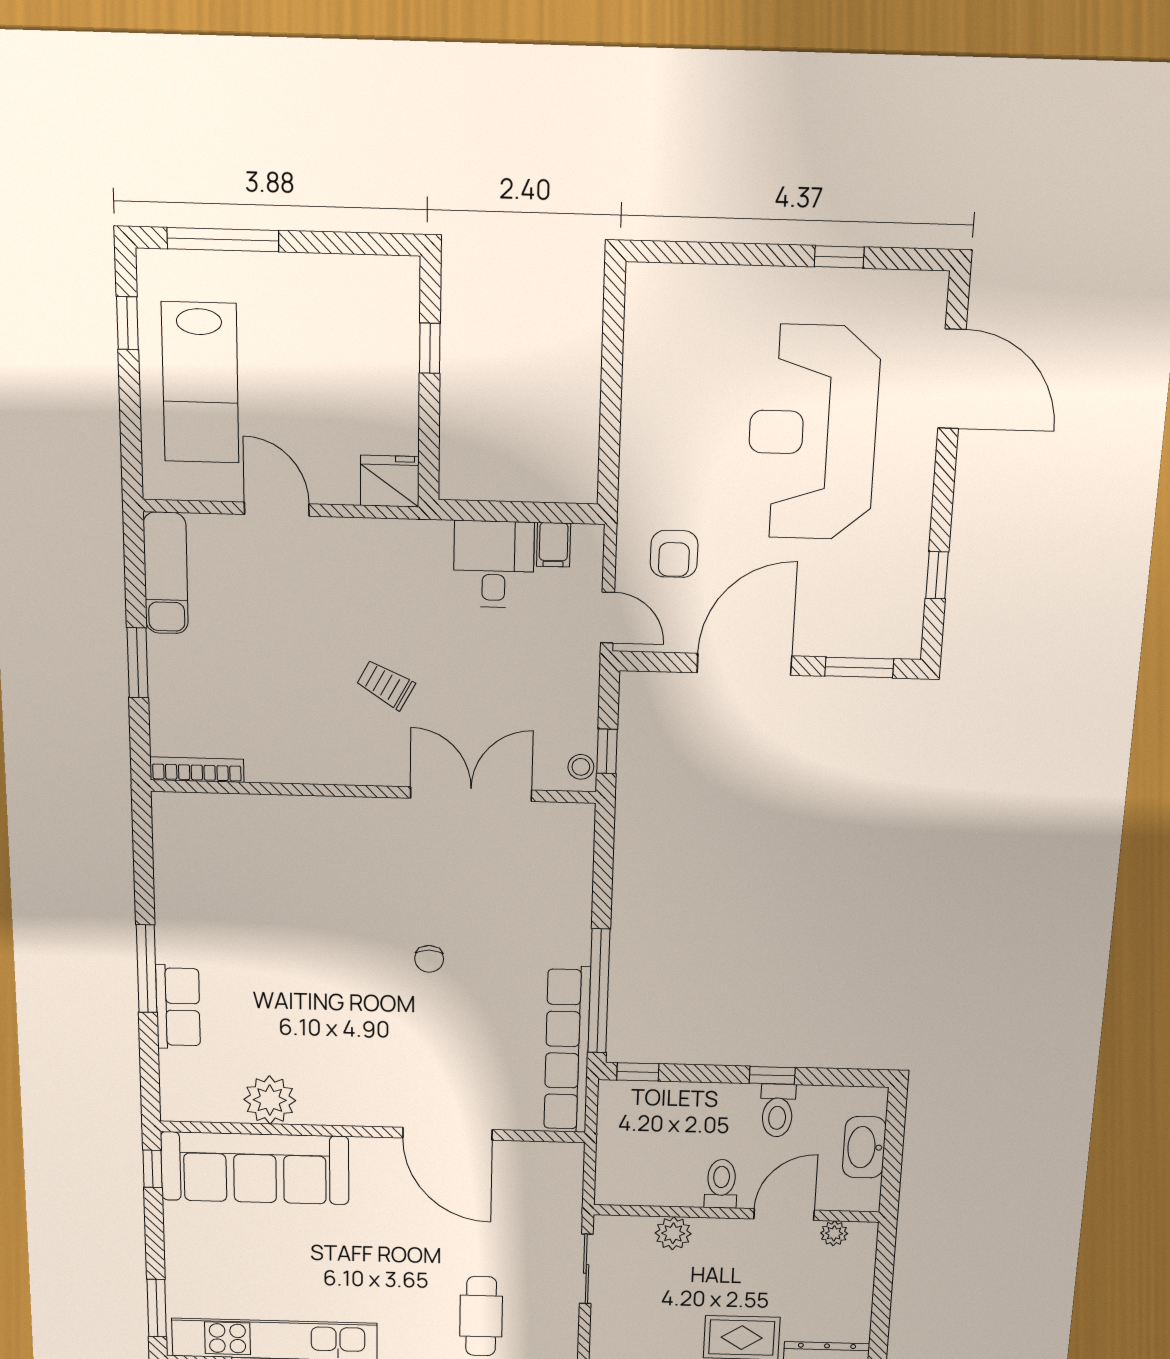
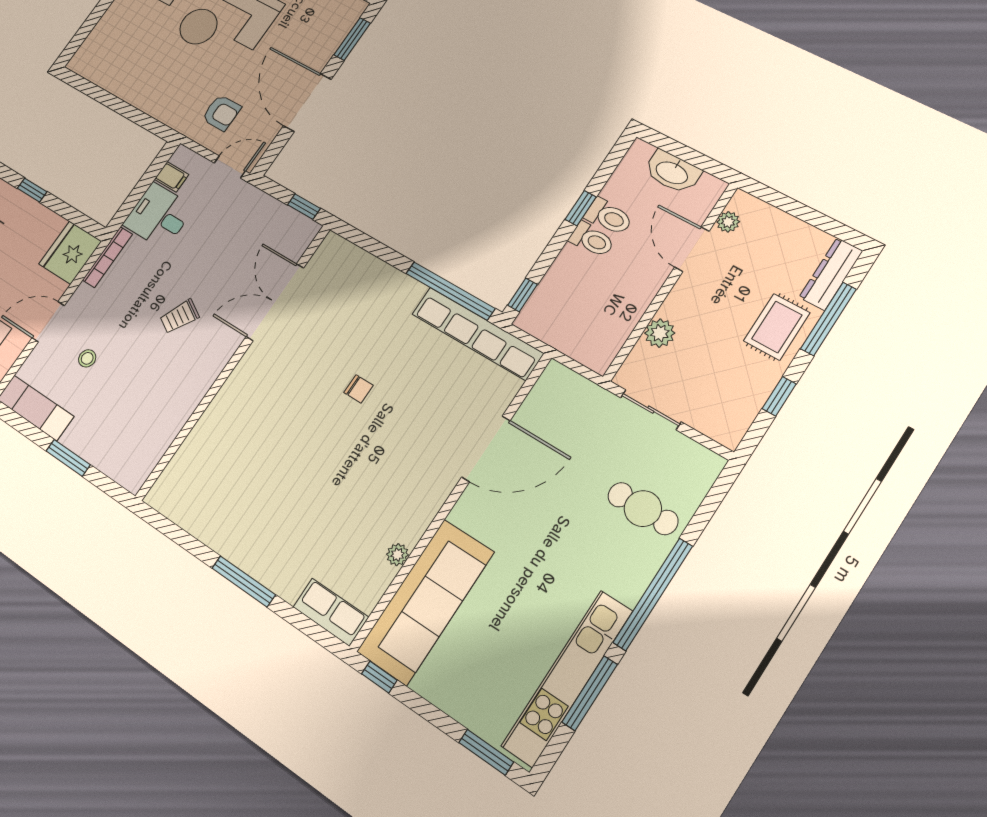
fridge: (390, 481) -> (70, 253), width x1.36, depth x1.34
stool: (581, 767) -> (87, 358), moved
bookcase: (197, 770) -> (107, 257), moved, turned 180
row of seats: (178, 1007) -> (331, 612), moved
plant: (270, 1100) -> (397, 555), width x0.53, depth x0.53
toilet: (721, 1184) -> (592, 240), moved, turned 180

